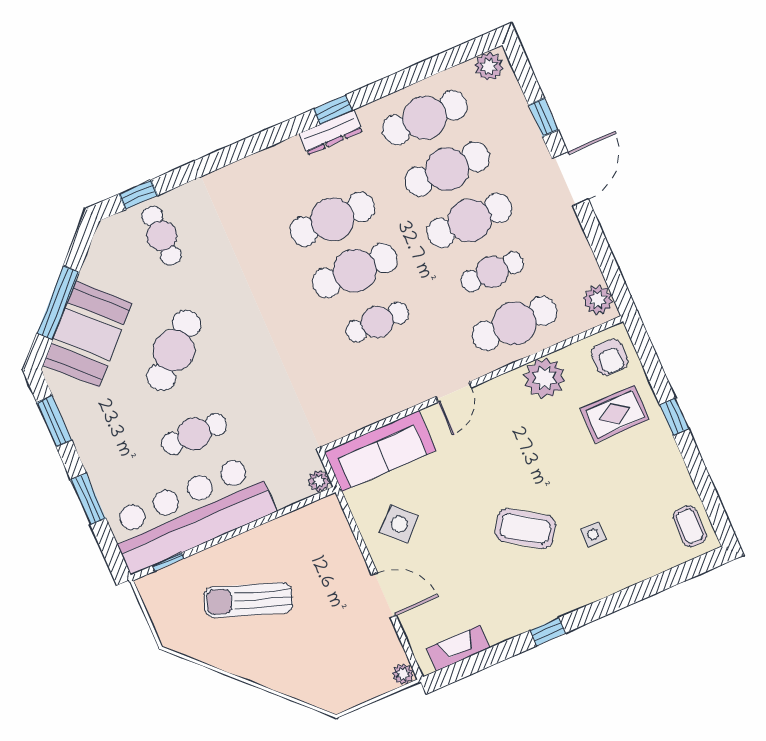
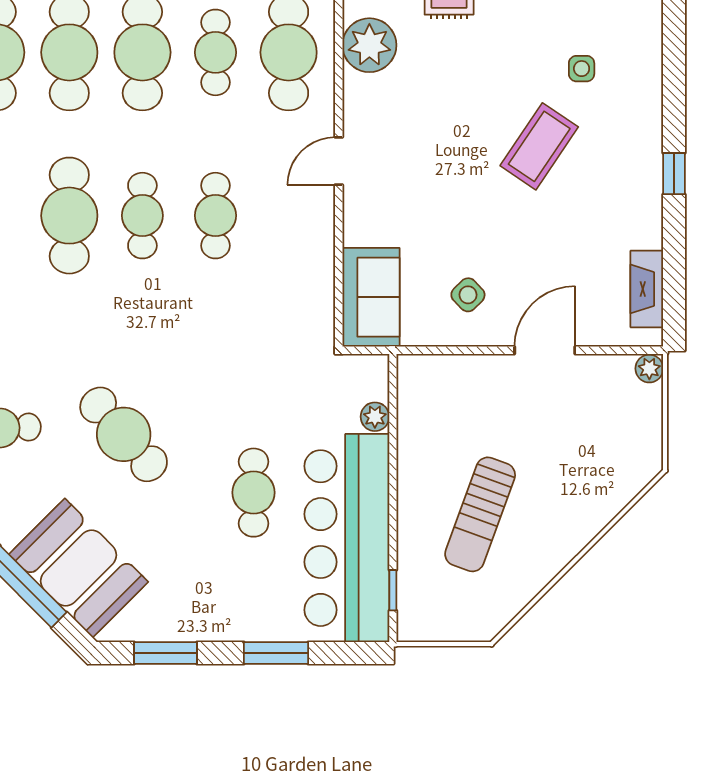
cafe table: (355, 271) -> (142, 216), width x0.73, depth x0.74
cafe table: (174, 350) -> (124, 434), moved
door: (454, 392) -> (339, 161), swing flipped
sofa: (380, 451) -> (371, 297), width x0.73
plant: (319, 481) -> (375, 417), moved
side table: (399, 524) -> (468, 295), width x0.73, depth x0.73

